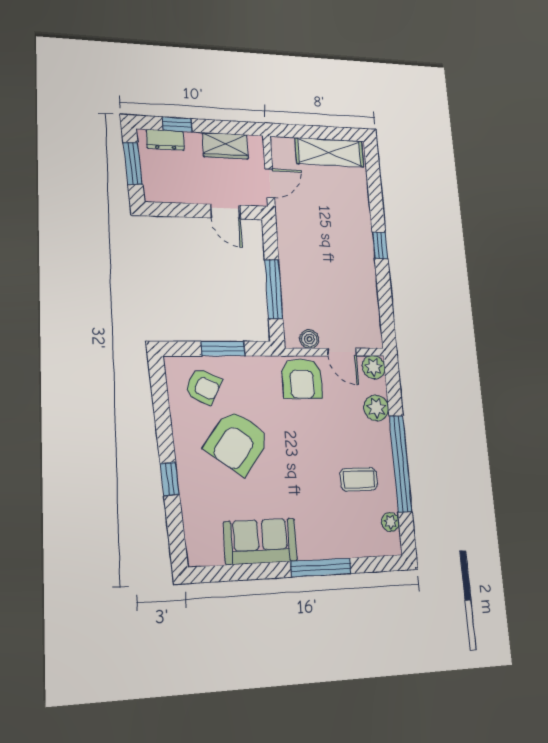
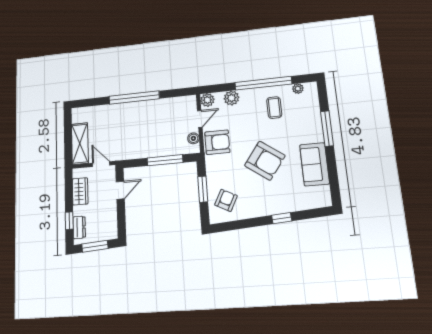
shelving: (329, 152) -> (80, 144), moved
window: (380, 245) -> (134, 97), width x3.17
armchair: (237, 442) -> (265, 161), moved

